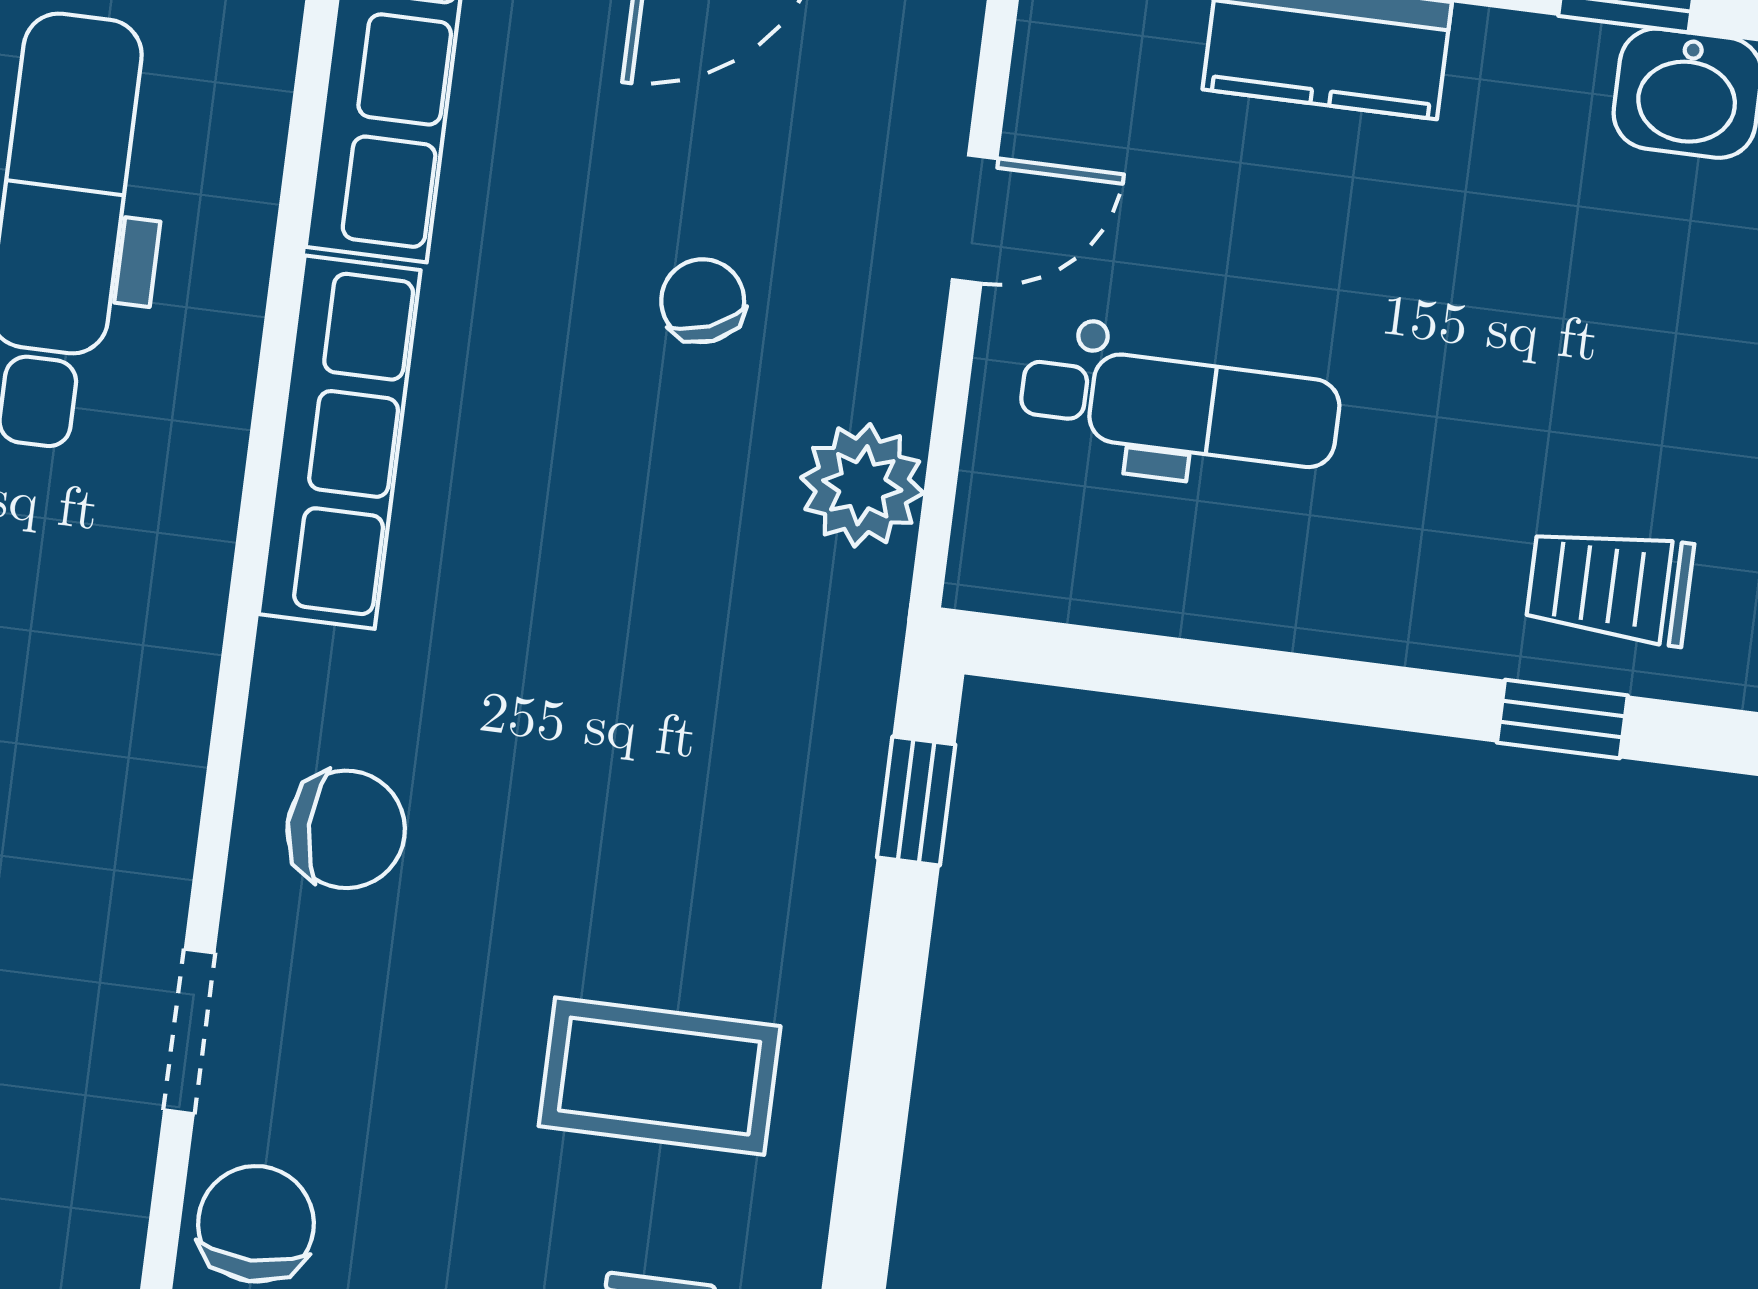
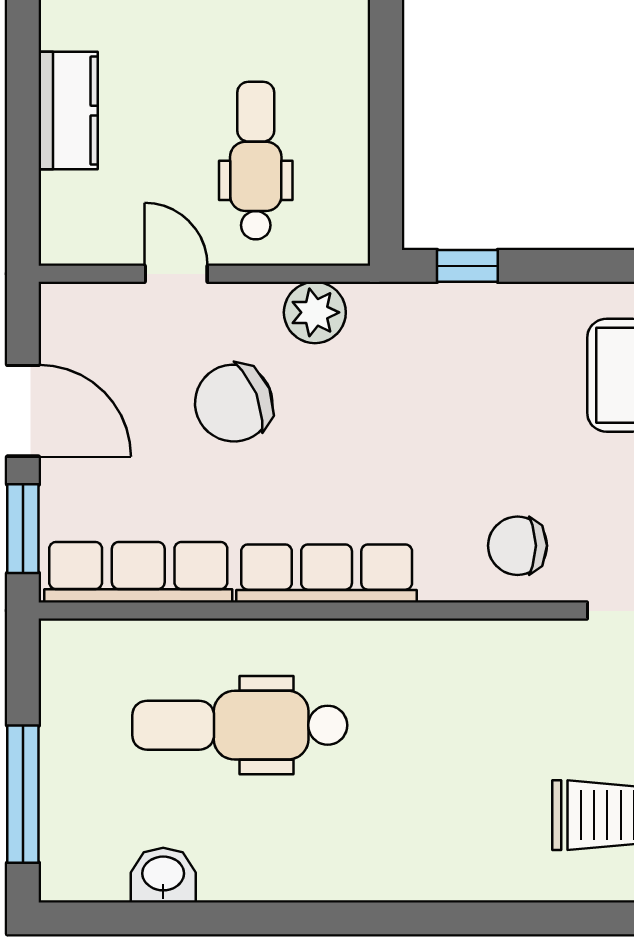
chair: (703, 301) -> (234, 403), width x1.87, depth x1.87
chair: (346, 829) -> (517, 546), turned -90

